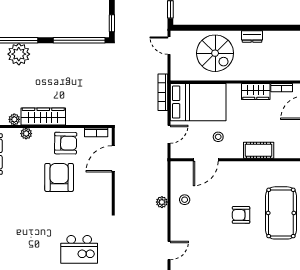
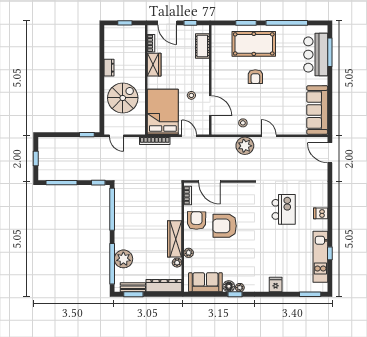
door: (169, 46) -> (117, 136), hinge flipped
cot: (259, 150) -> (202, 46), moved
plant: (162, 202) -> (245, 146), width x1.88, depth x1.88
door: (169, 250) -> (269, 136), moved

